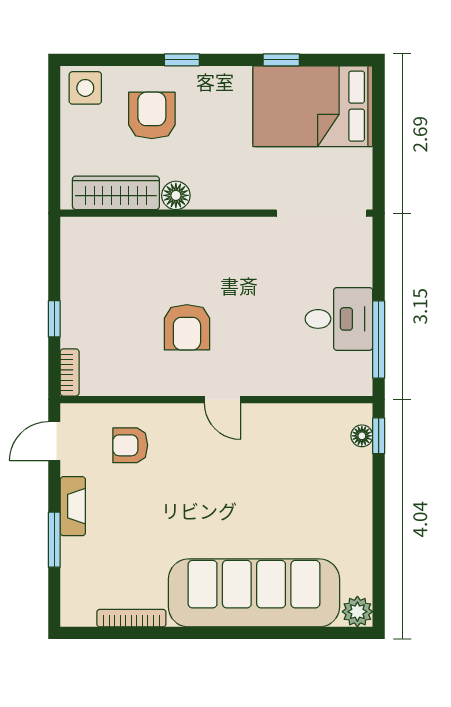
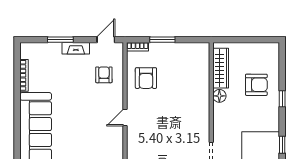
side table: (85, 88) -> (269, 54), removed
window: (54, 319) -> (162, 40), width x1.50
armchair: (187, 327) -> (146, 78), moved, turned -90
door: (54, 441) -> (106, 40), hinge flipped

